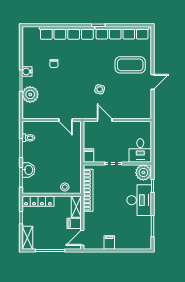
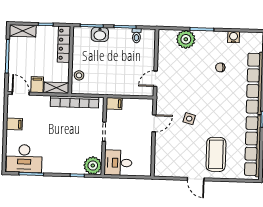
water cooler: (27, 71) -> (234, 37), moved
desk: (139, 200) -> (24, 159), moved

